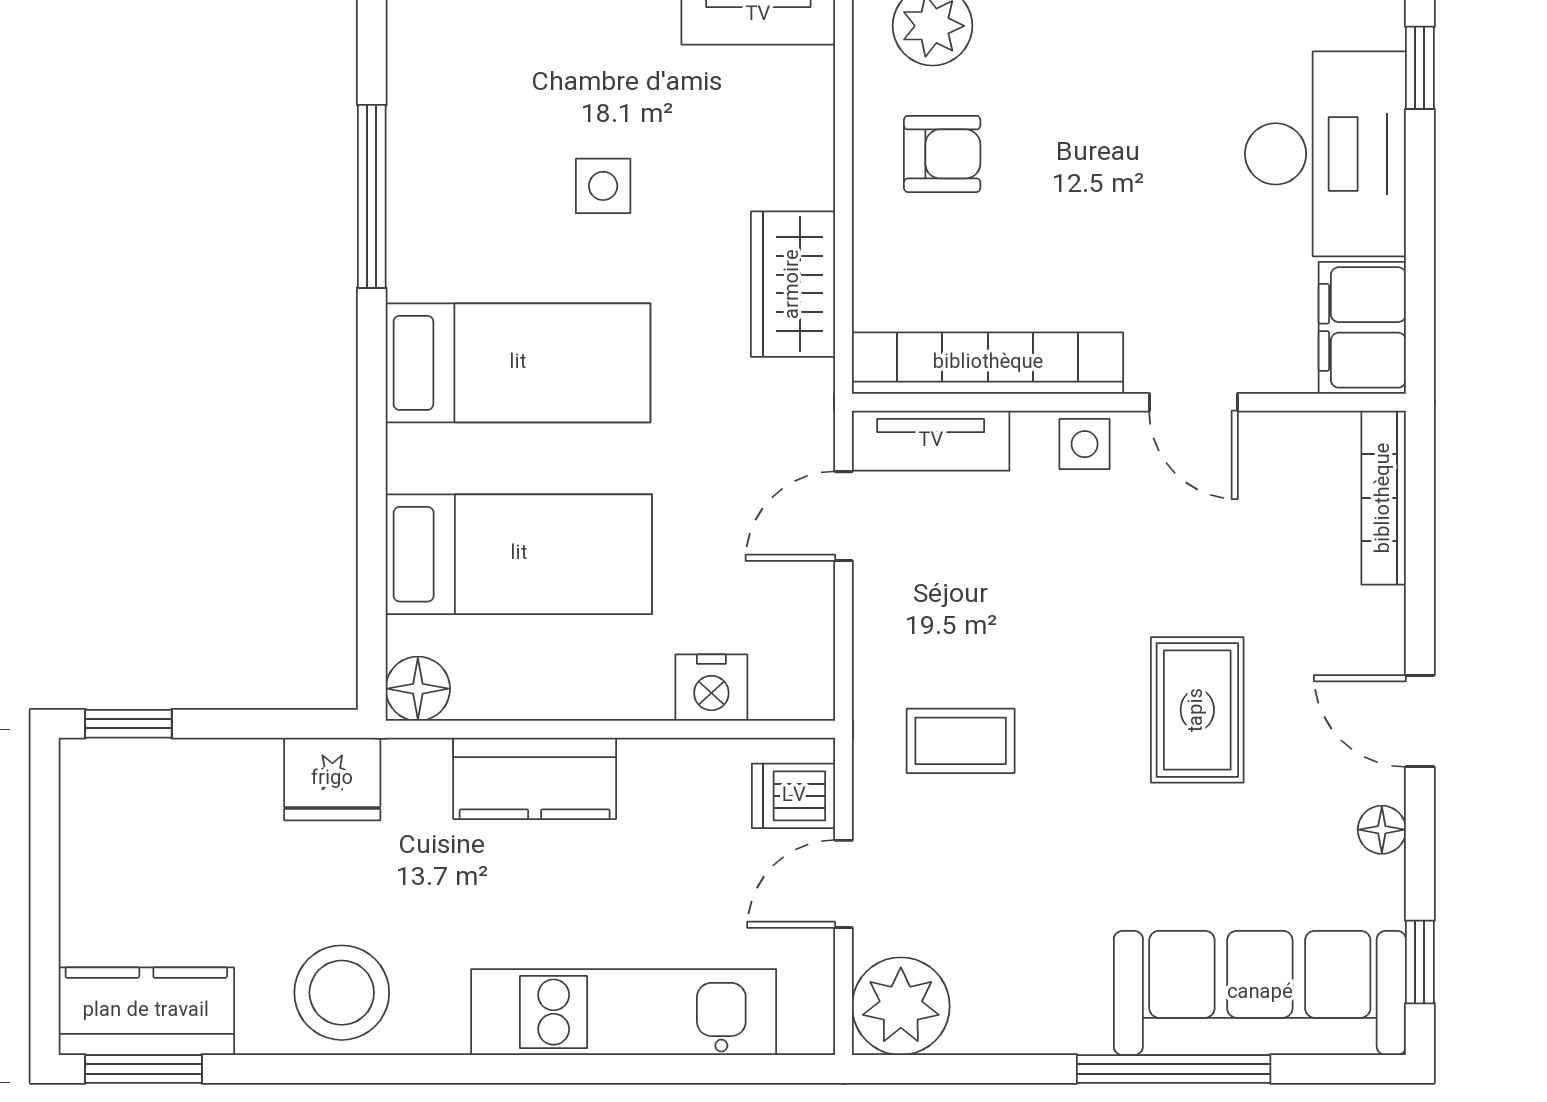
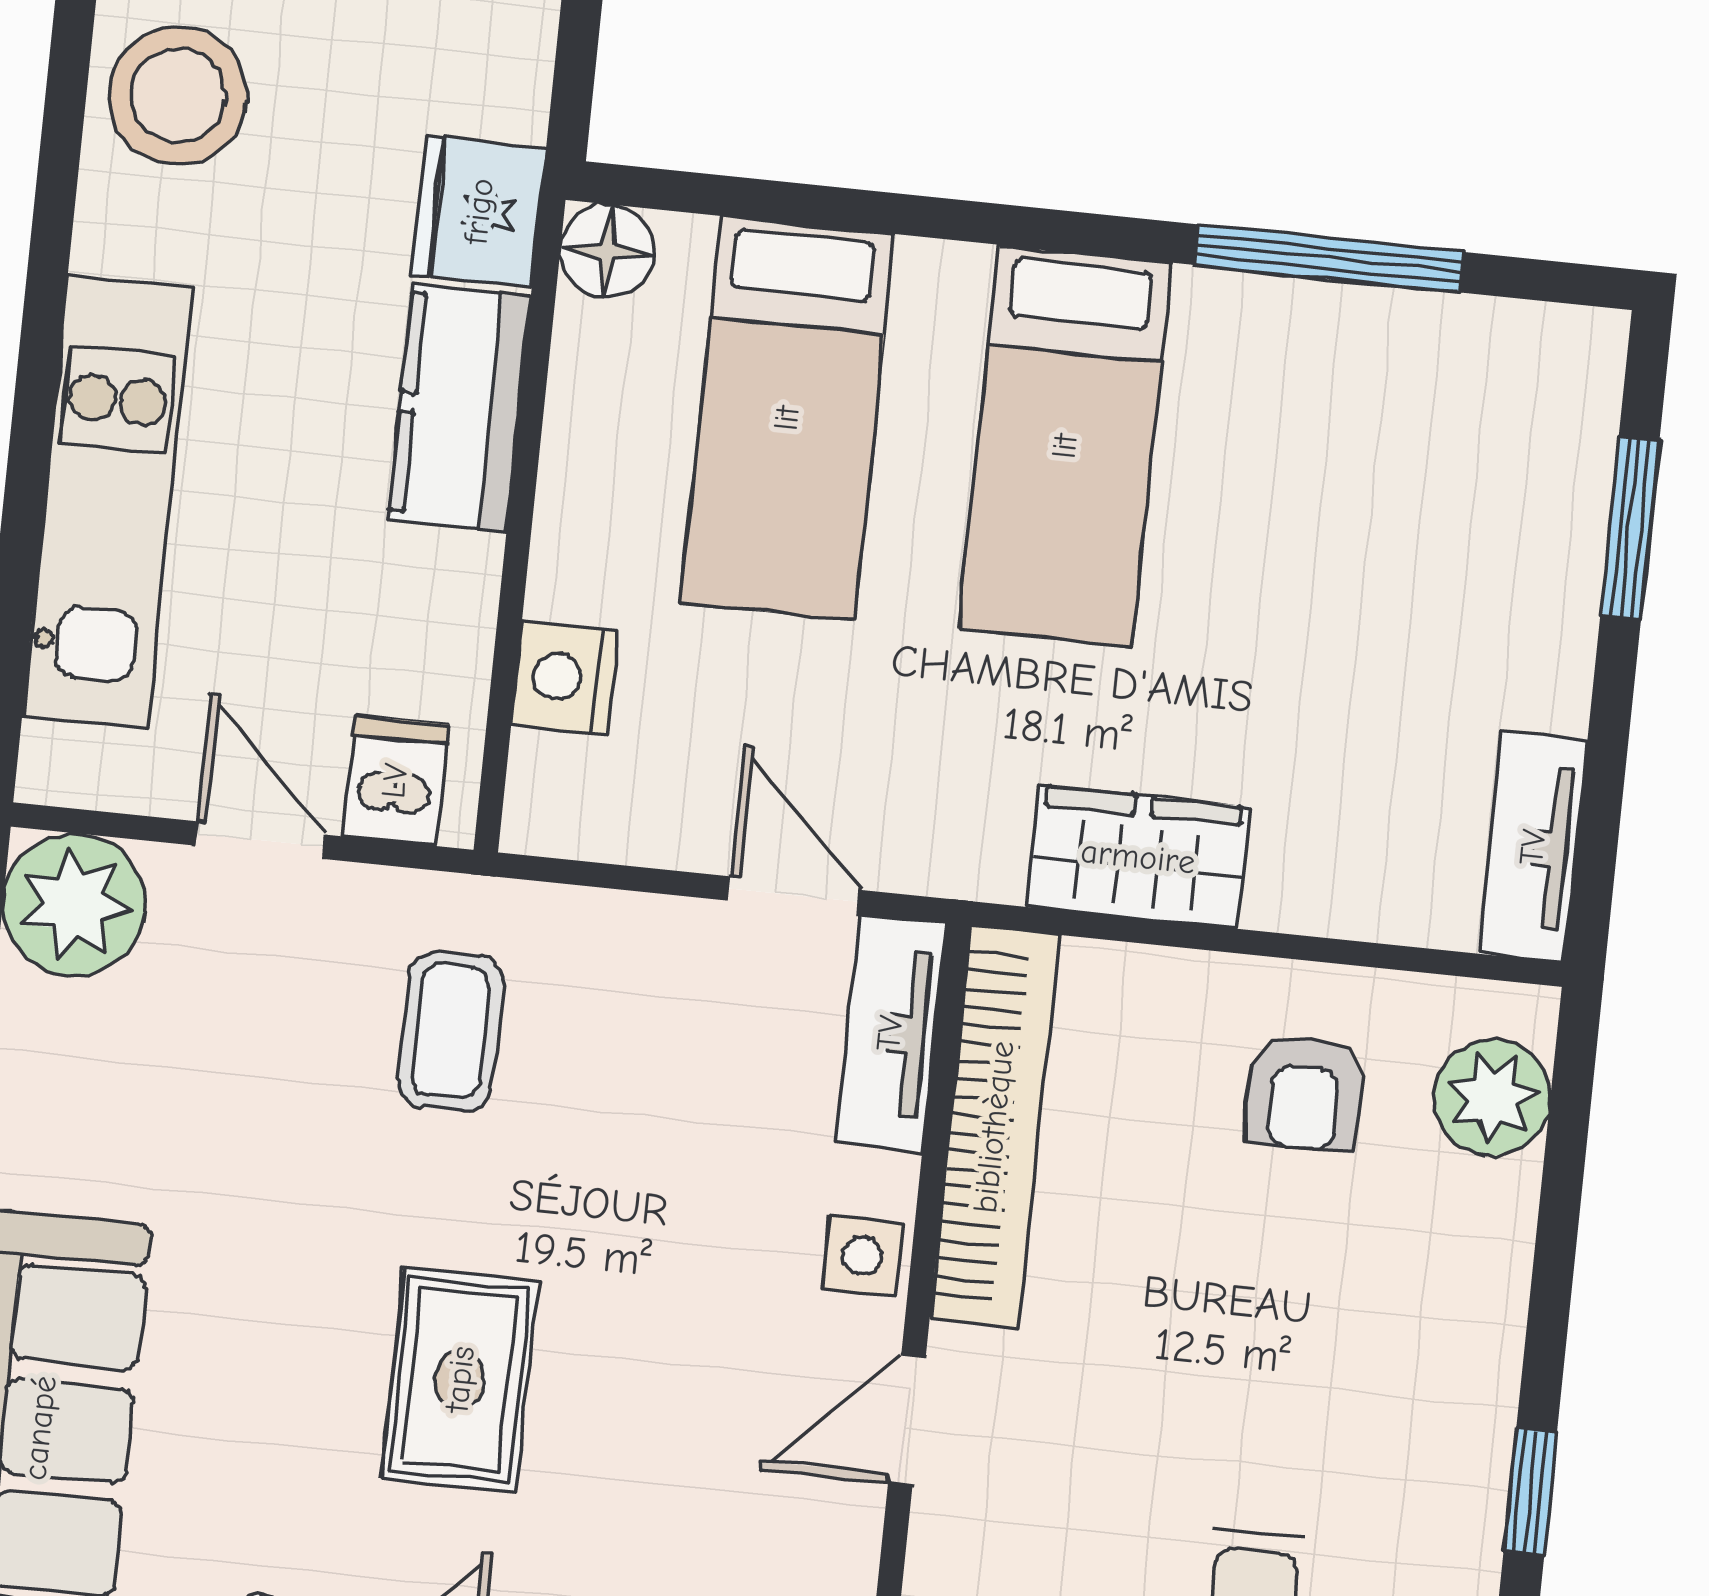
side table: (603, 186) -> (1309, 596), removed
rug: (1197, 710) -> (460, 1379), turned 90
fridge: (332, 779) -> (479, 211), moved

